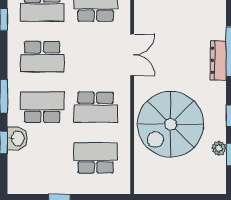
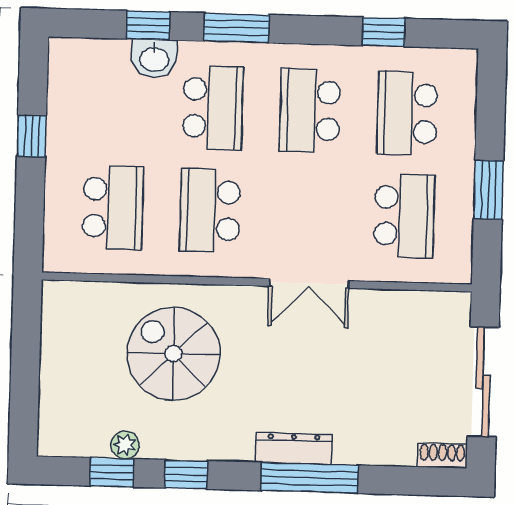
spiral stairs: (171, 124) -> (173, 354), width x0.73, depth x0.73

